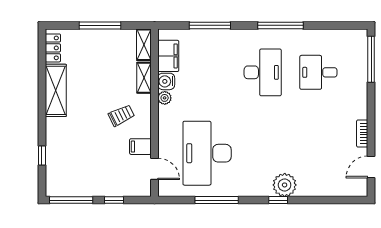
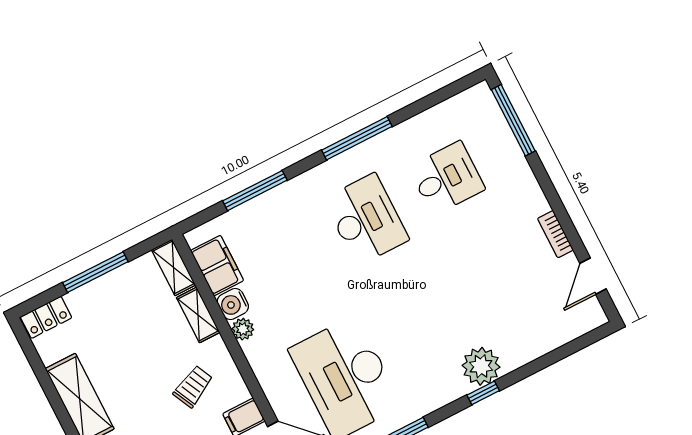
locker: (53, 48) -> (46, 317), moved, turned 90
desk: (318, 72) -> (447, 178), turned 180

